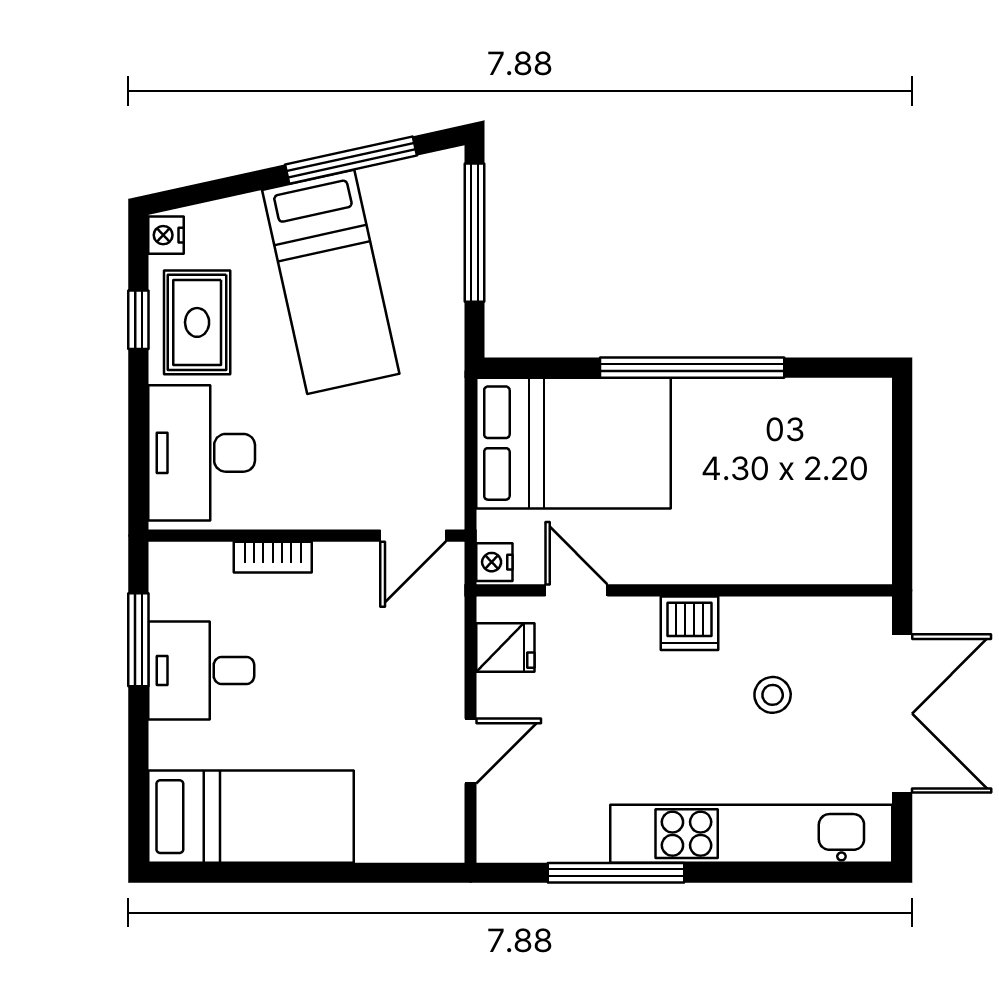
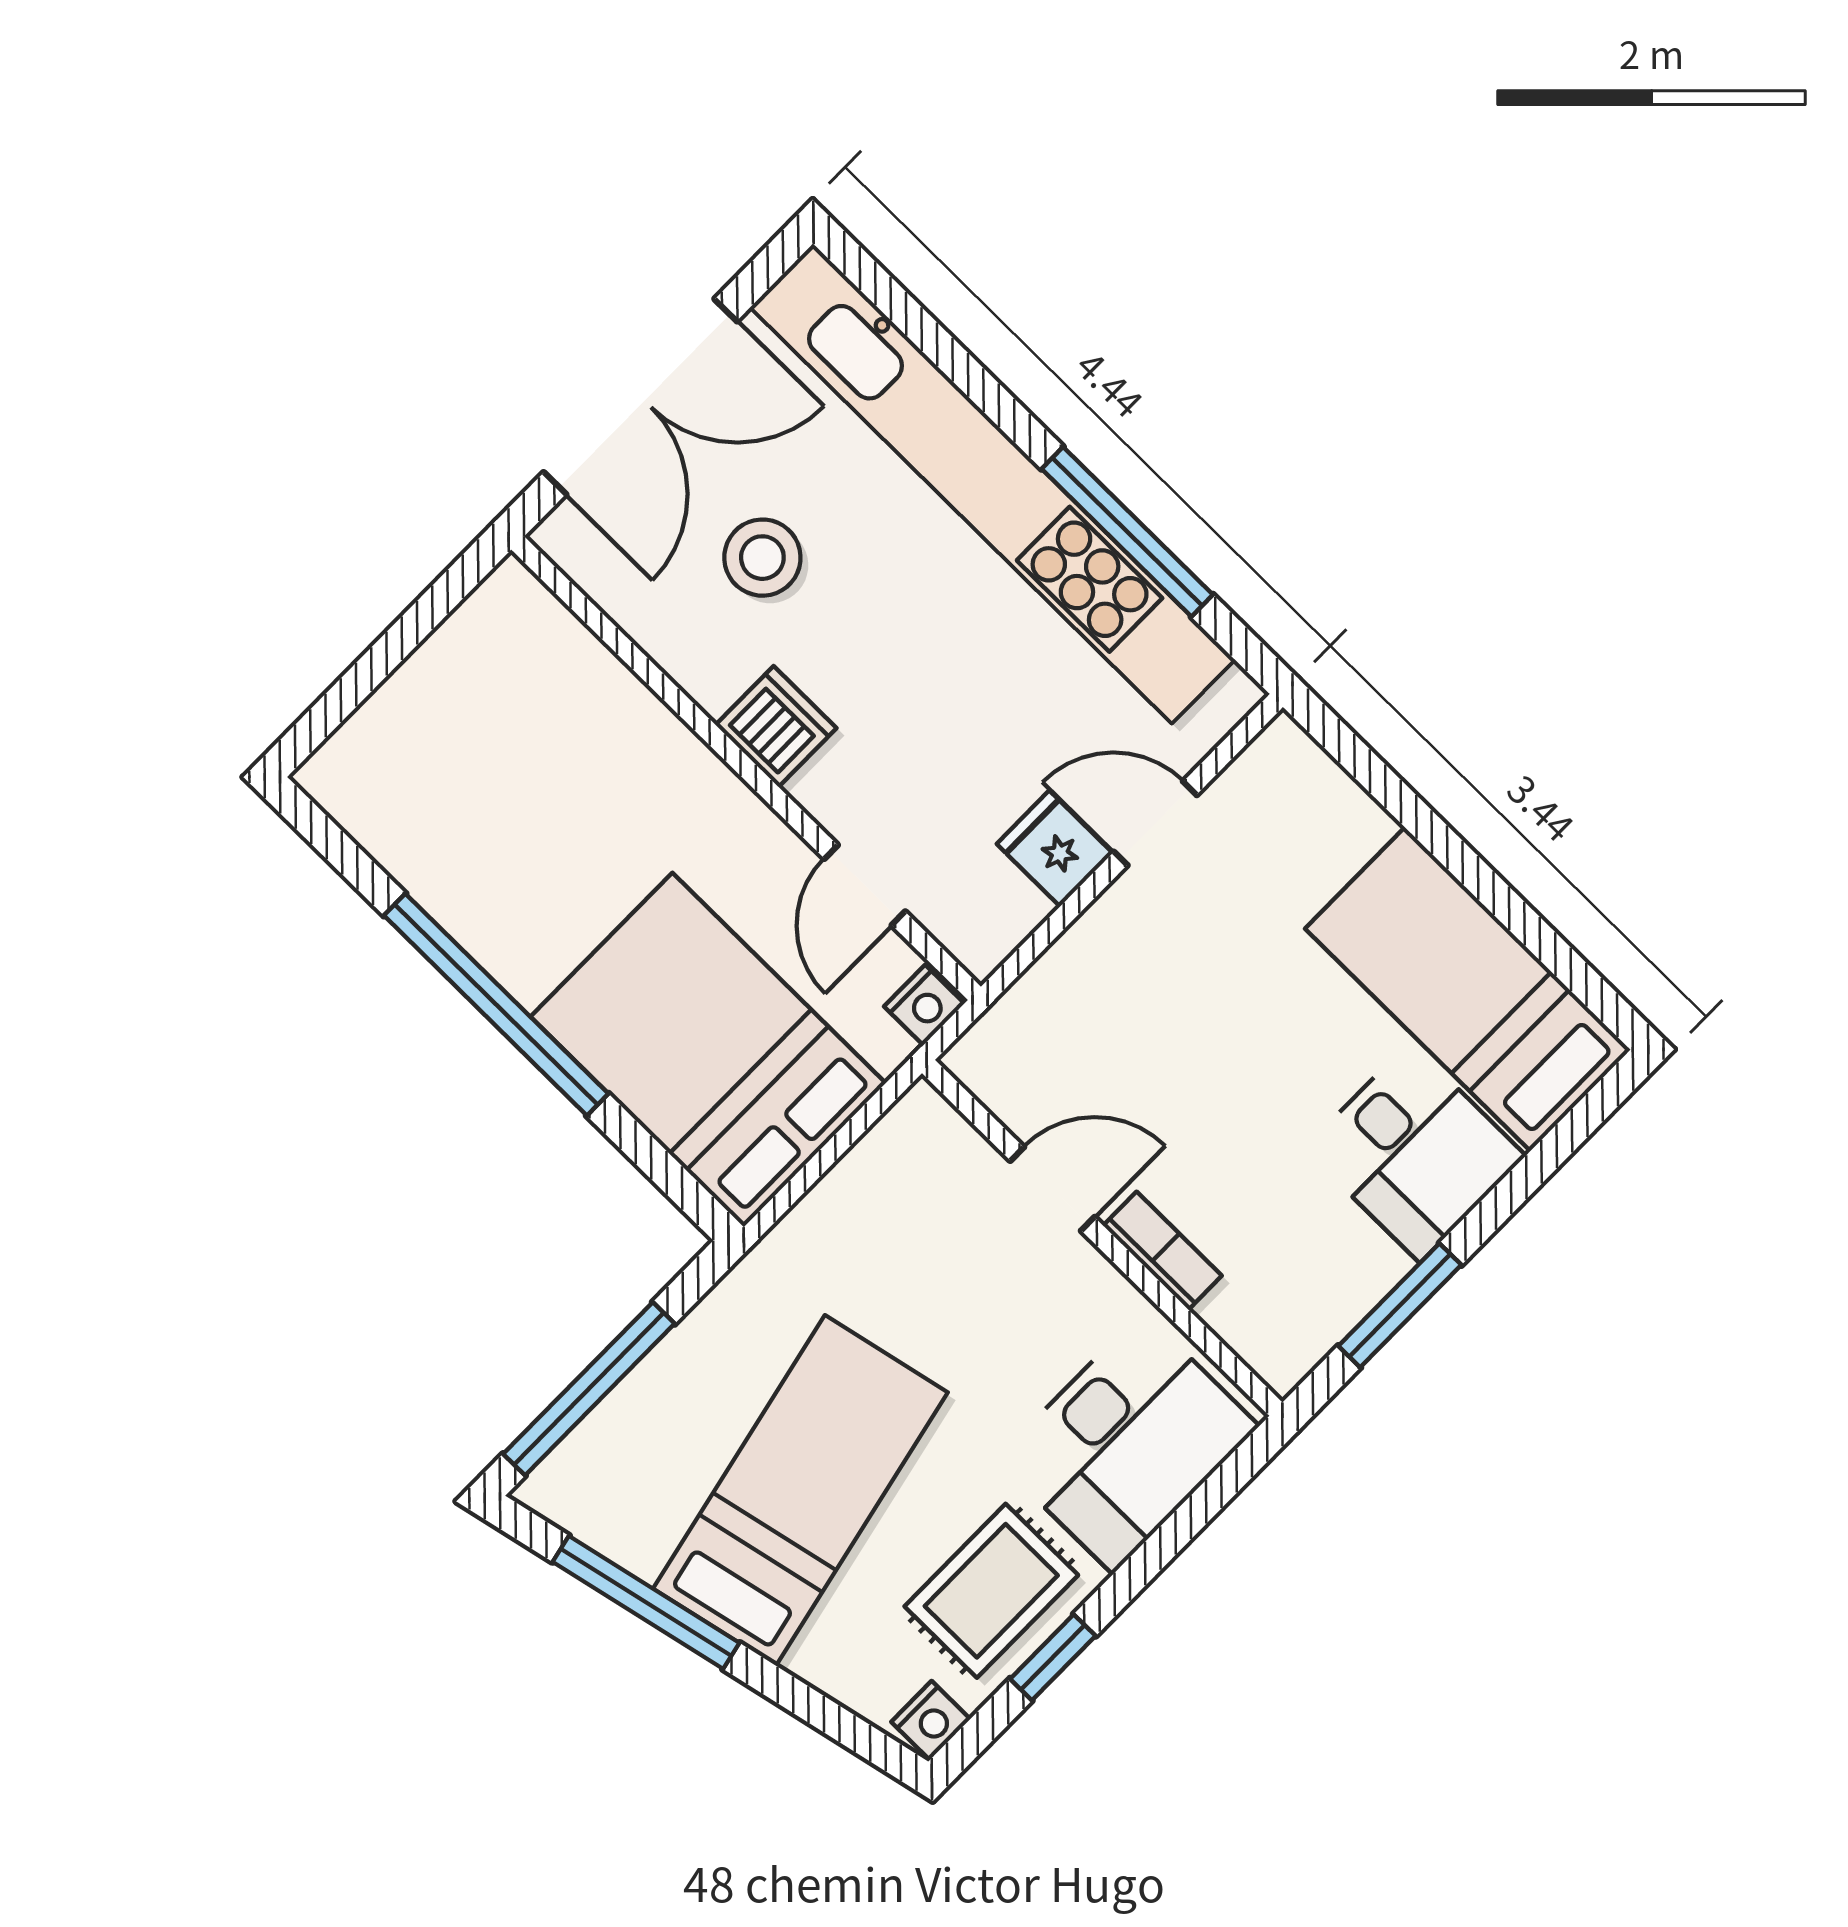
door: (413, 536) -> (1052, 1189), moved
fridge: (505, 647) -> (1055, 848), moved
desk: (201, 670) -> (1415, 1152), moved
stool: (773, 695) -> (762, 558), width x1.37, depth x1.37
double door: (902, 714) -> (640, 397), swing flipped
kitchen unit: (751, 834) -> (992, 484), width x1.36

